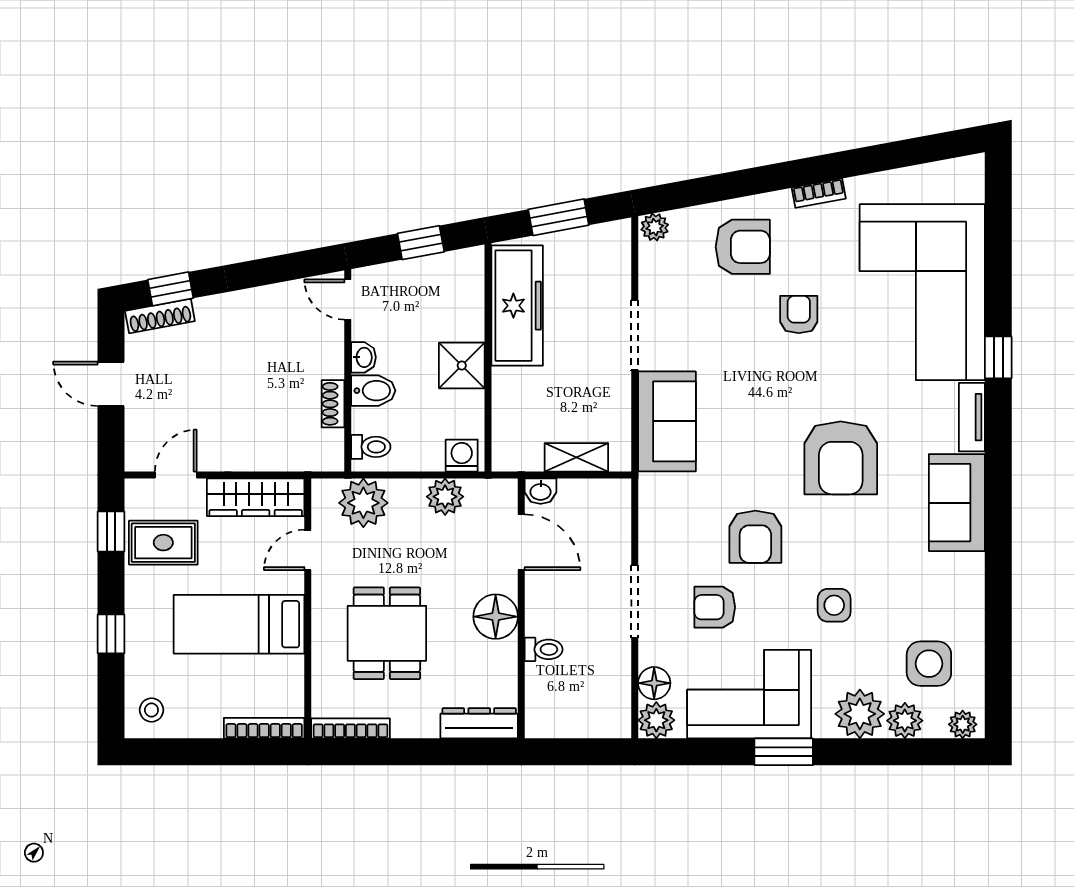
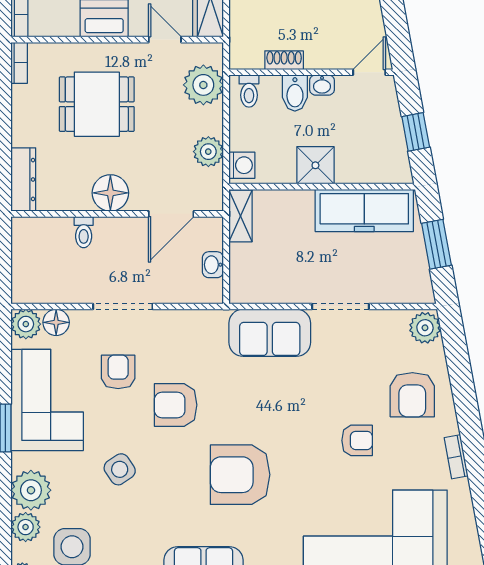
plant: (655, 227) -> (425, 328), width x1.38, depth x1.38
shelving: (576, 457) -> (240, 216), moved
washbasin: (541, 491) -> (213, 265), moved
side table: (834, 605) -> (120, 469), turned -34
bookcase: (350, 728) -> (19, 63), width x0.64

